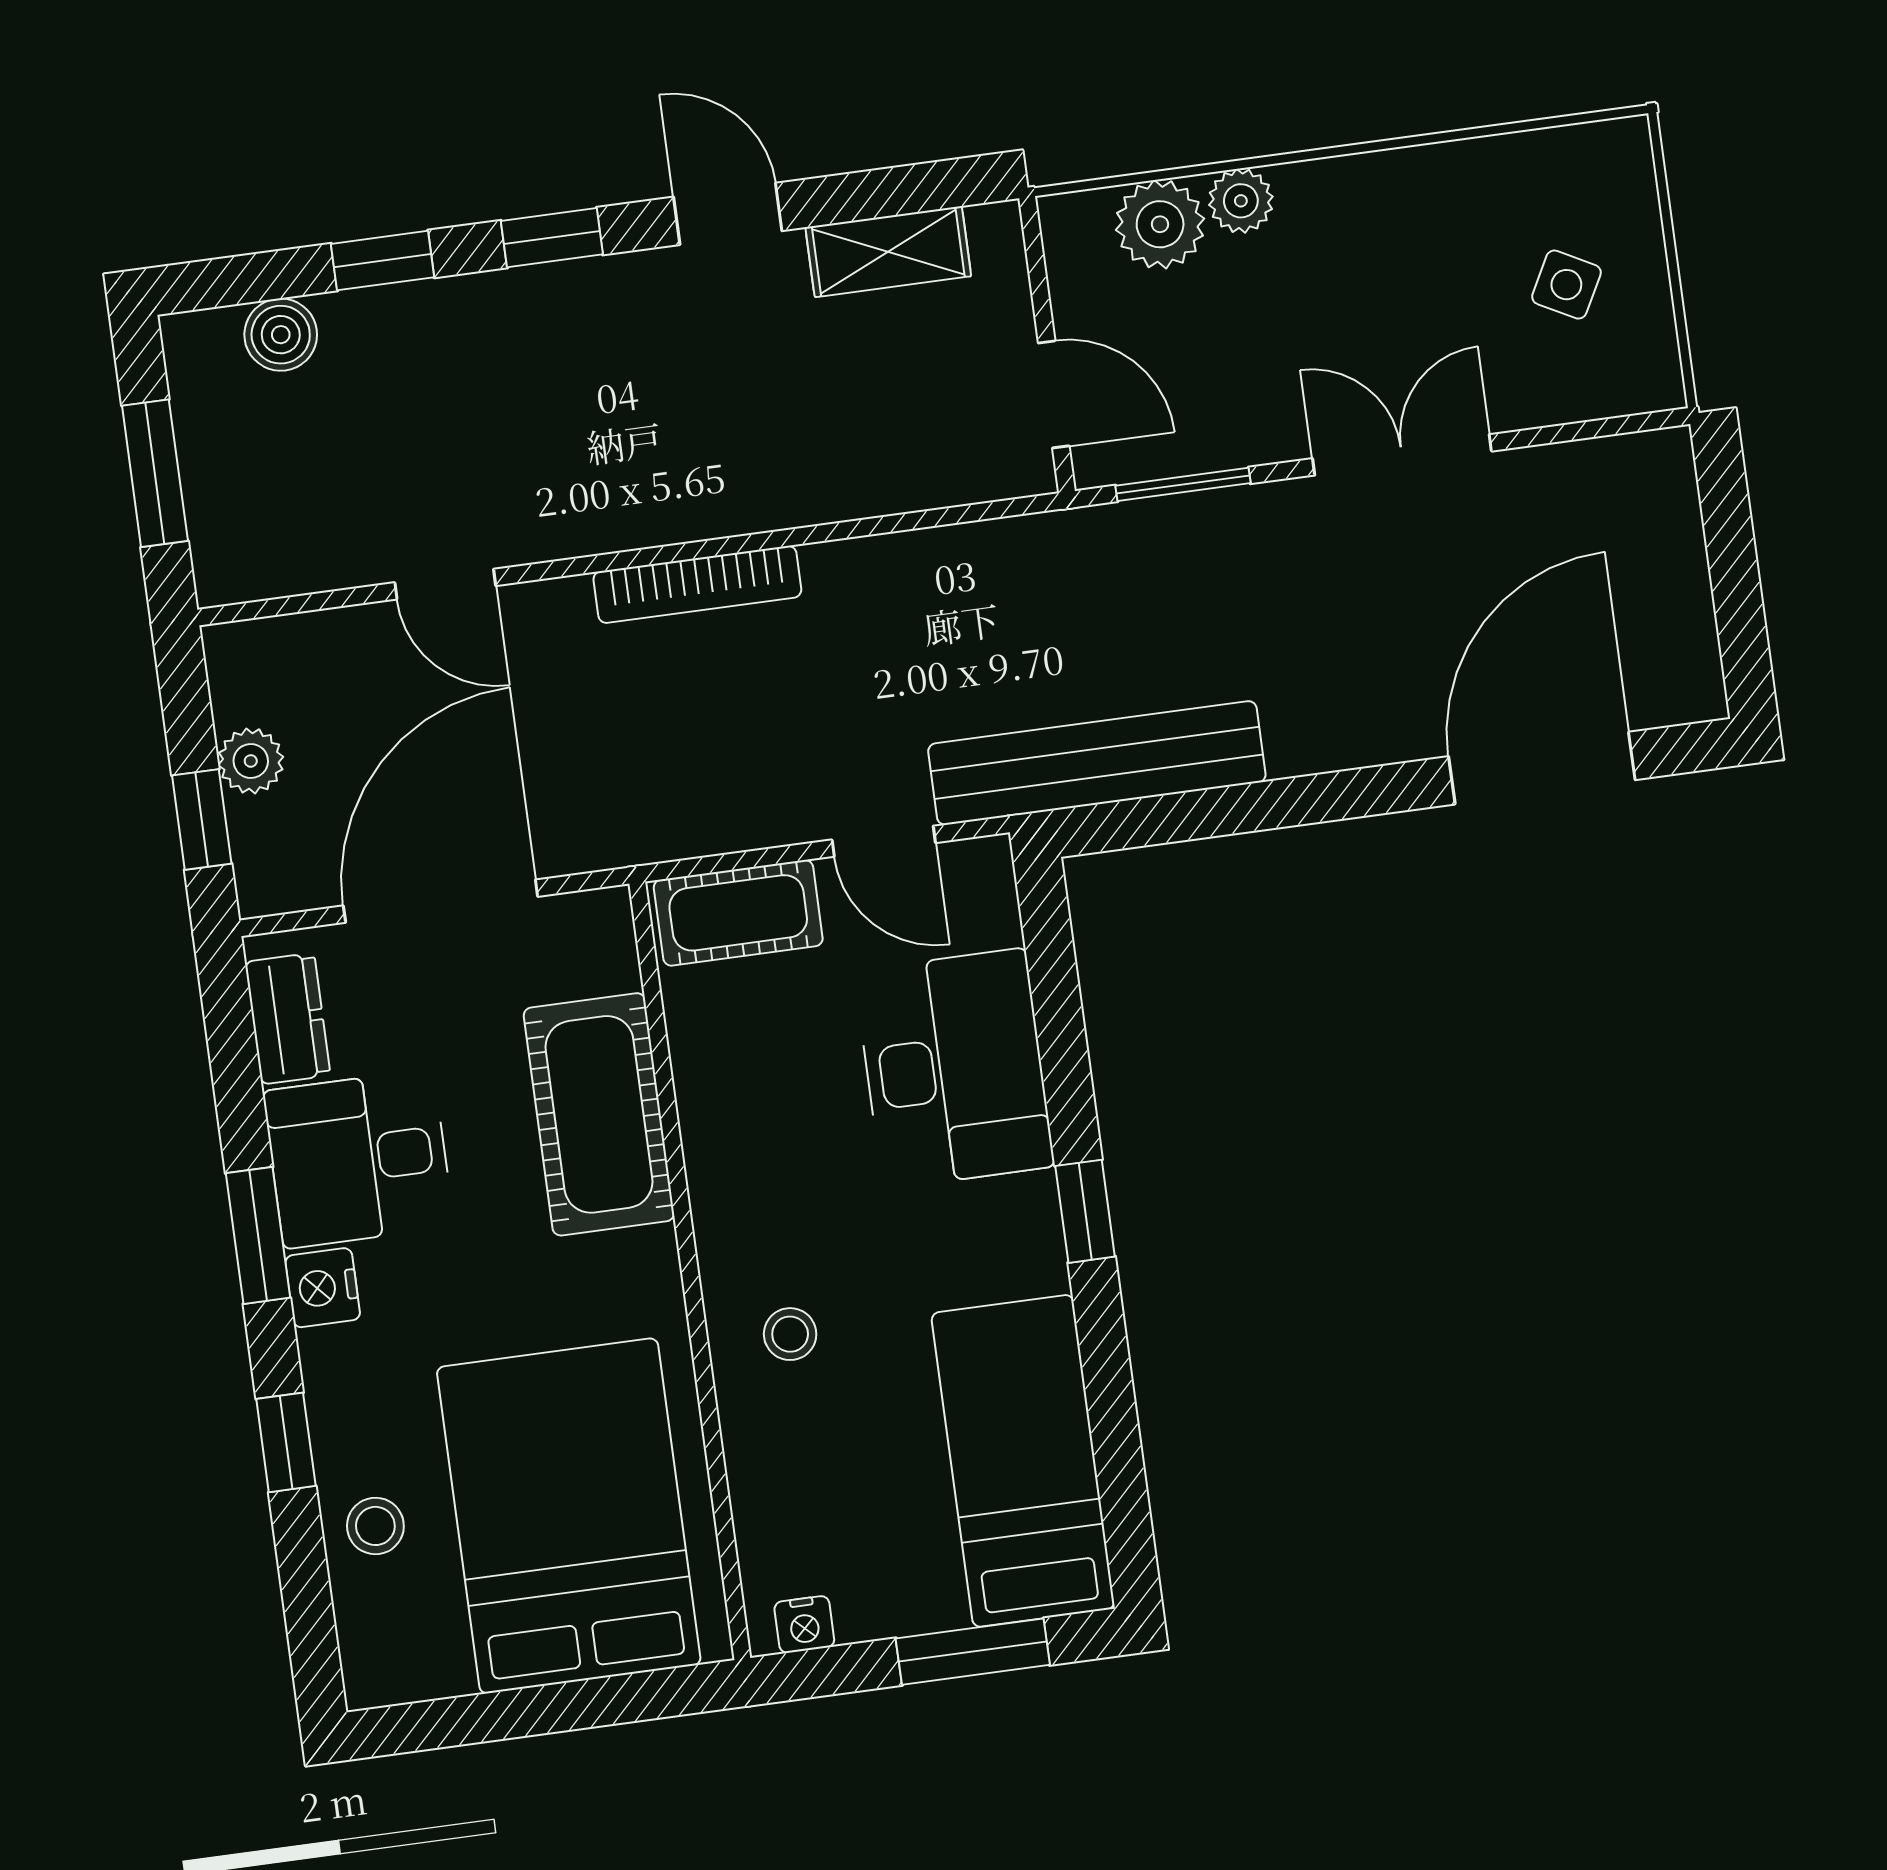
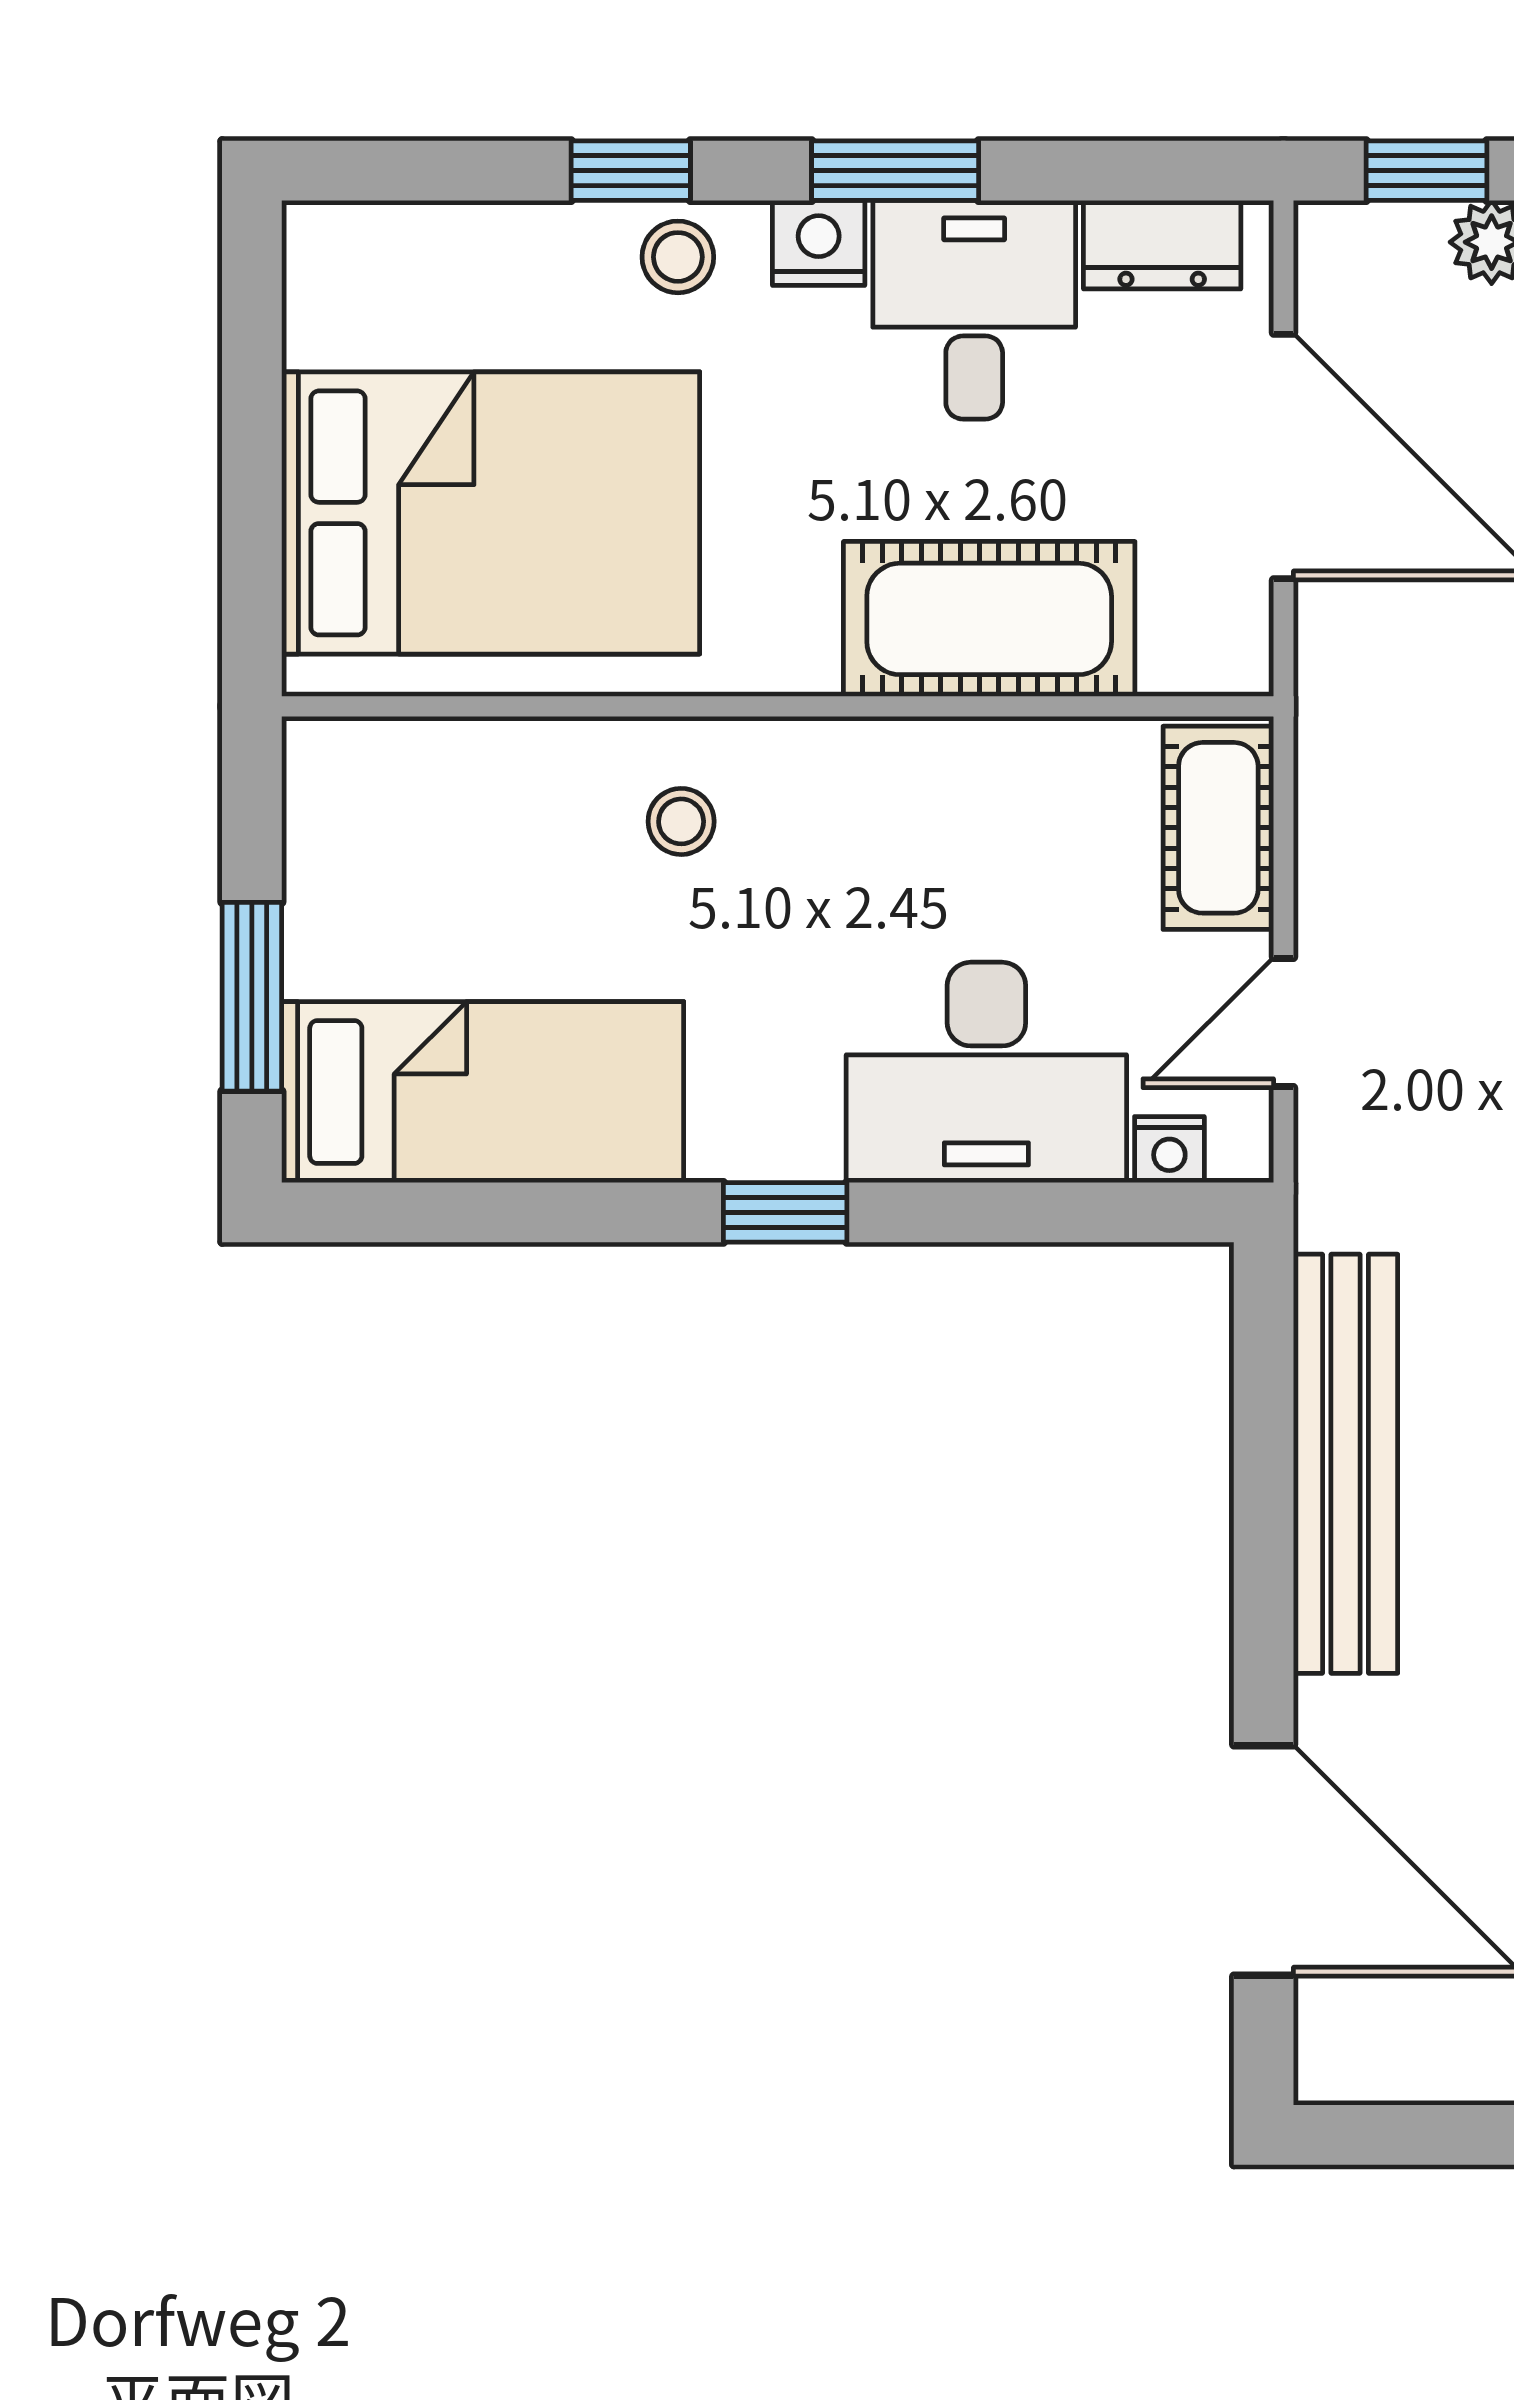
bench: (1097, 763) -> (1346, 1464), moved
stool: (375, 1526) -> (678, 257), moved
nightstand: (804, 1624) -> (1169, 1150), moved, turned -90

